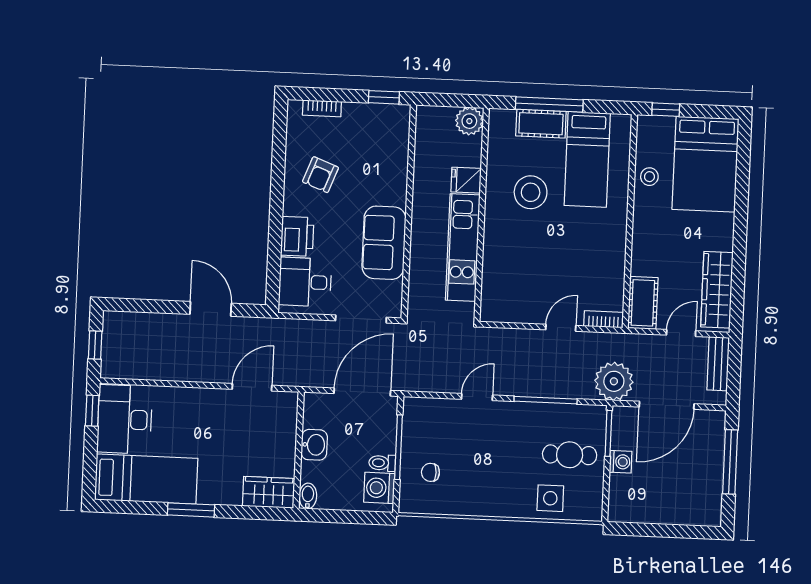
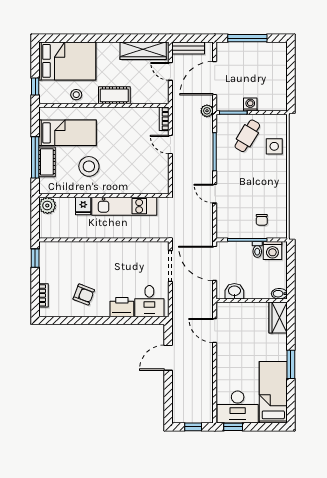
sofa: (384, 243) -> (123, 254), removed
cot: (643, 303) -> (114, 95), moved
plant: (614, 381) -> (207, 111), width x0.53, depth x0.53
door: (667, 405) -> (215, 78), swing flipped
washbasin: (314, 445) -> (234, 291), moved
cafe table: (570, 455) -> (247, 136), turned 31

